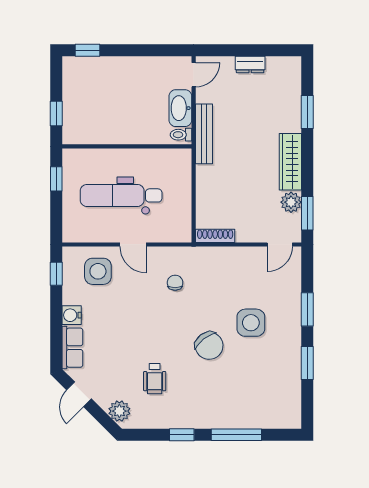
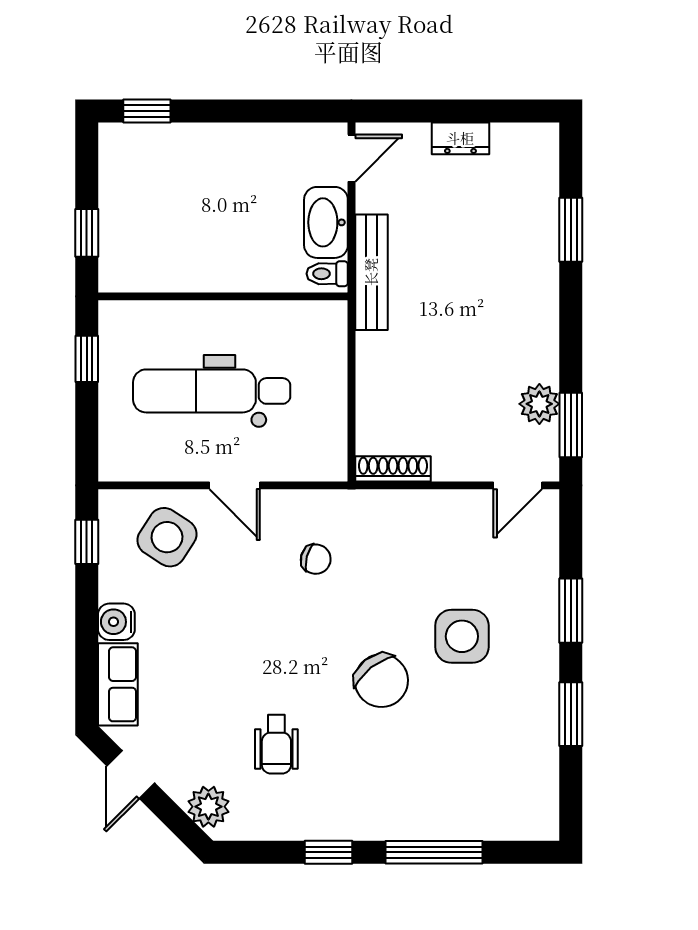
wardrobe: (290, 162) -> (538, 326), removed
side table: (98, 271) -> (167, 537), turned 33
chair: (175, 283) -> (316, 559), turned 105

